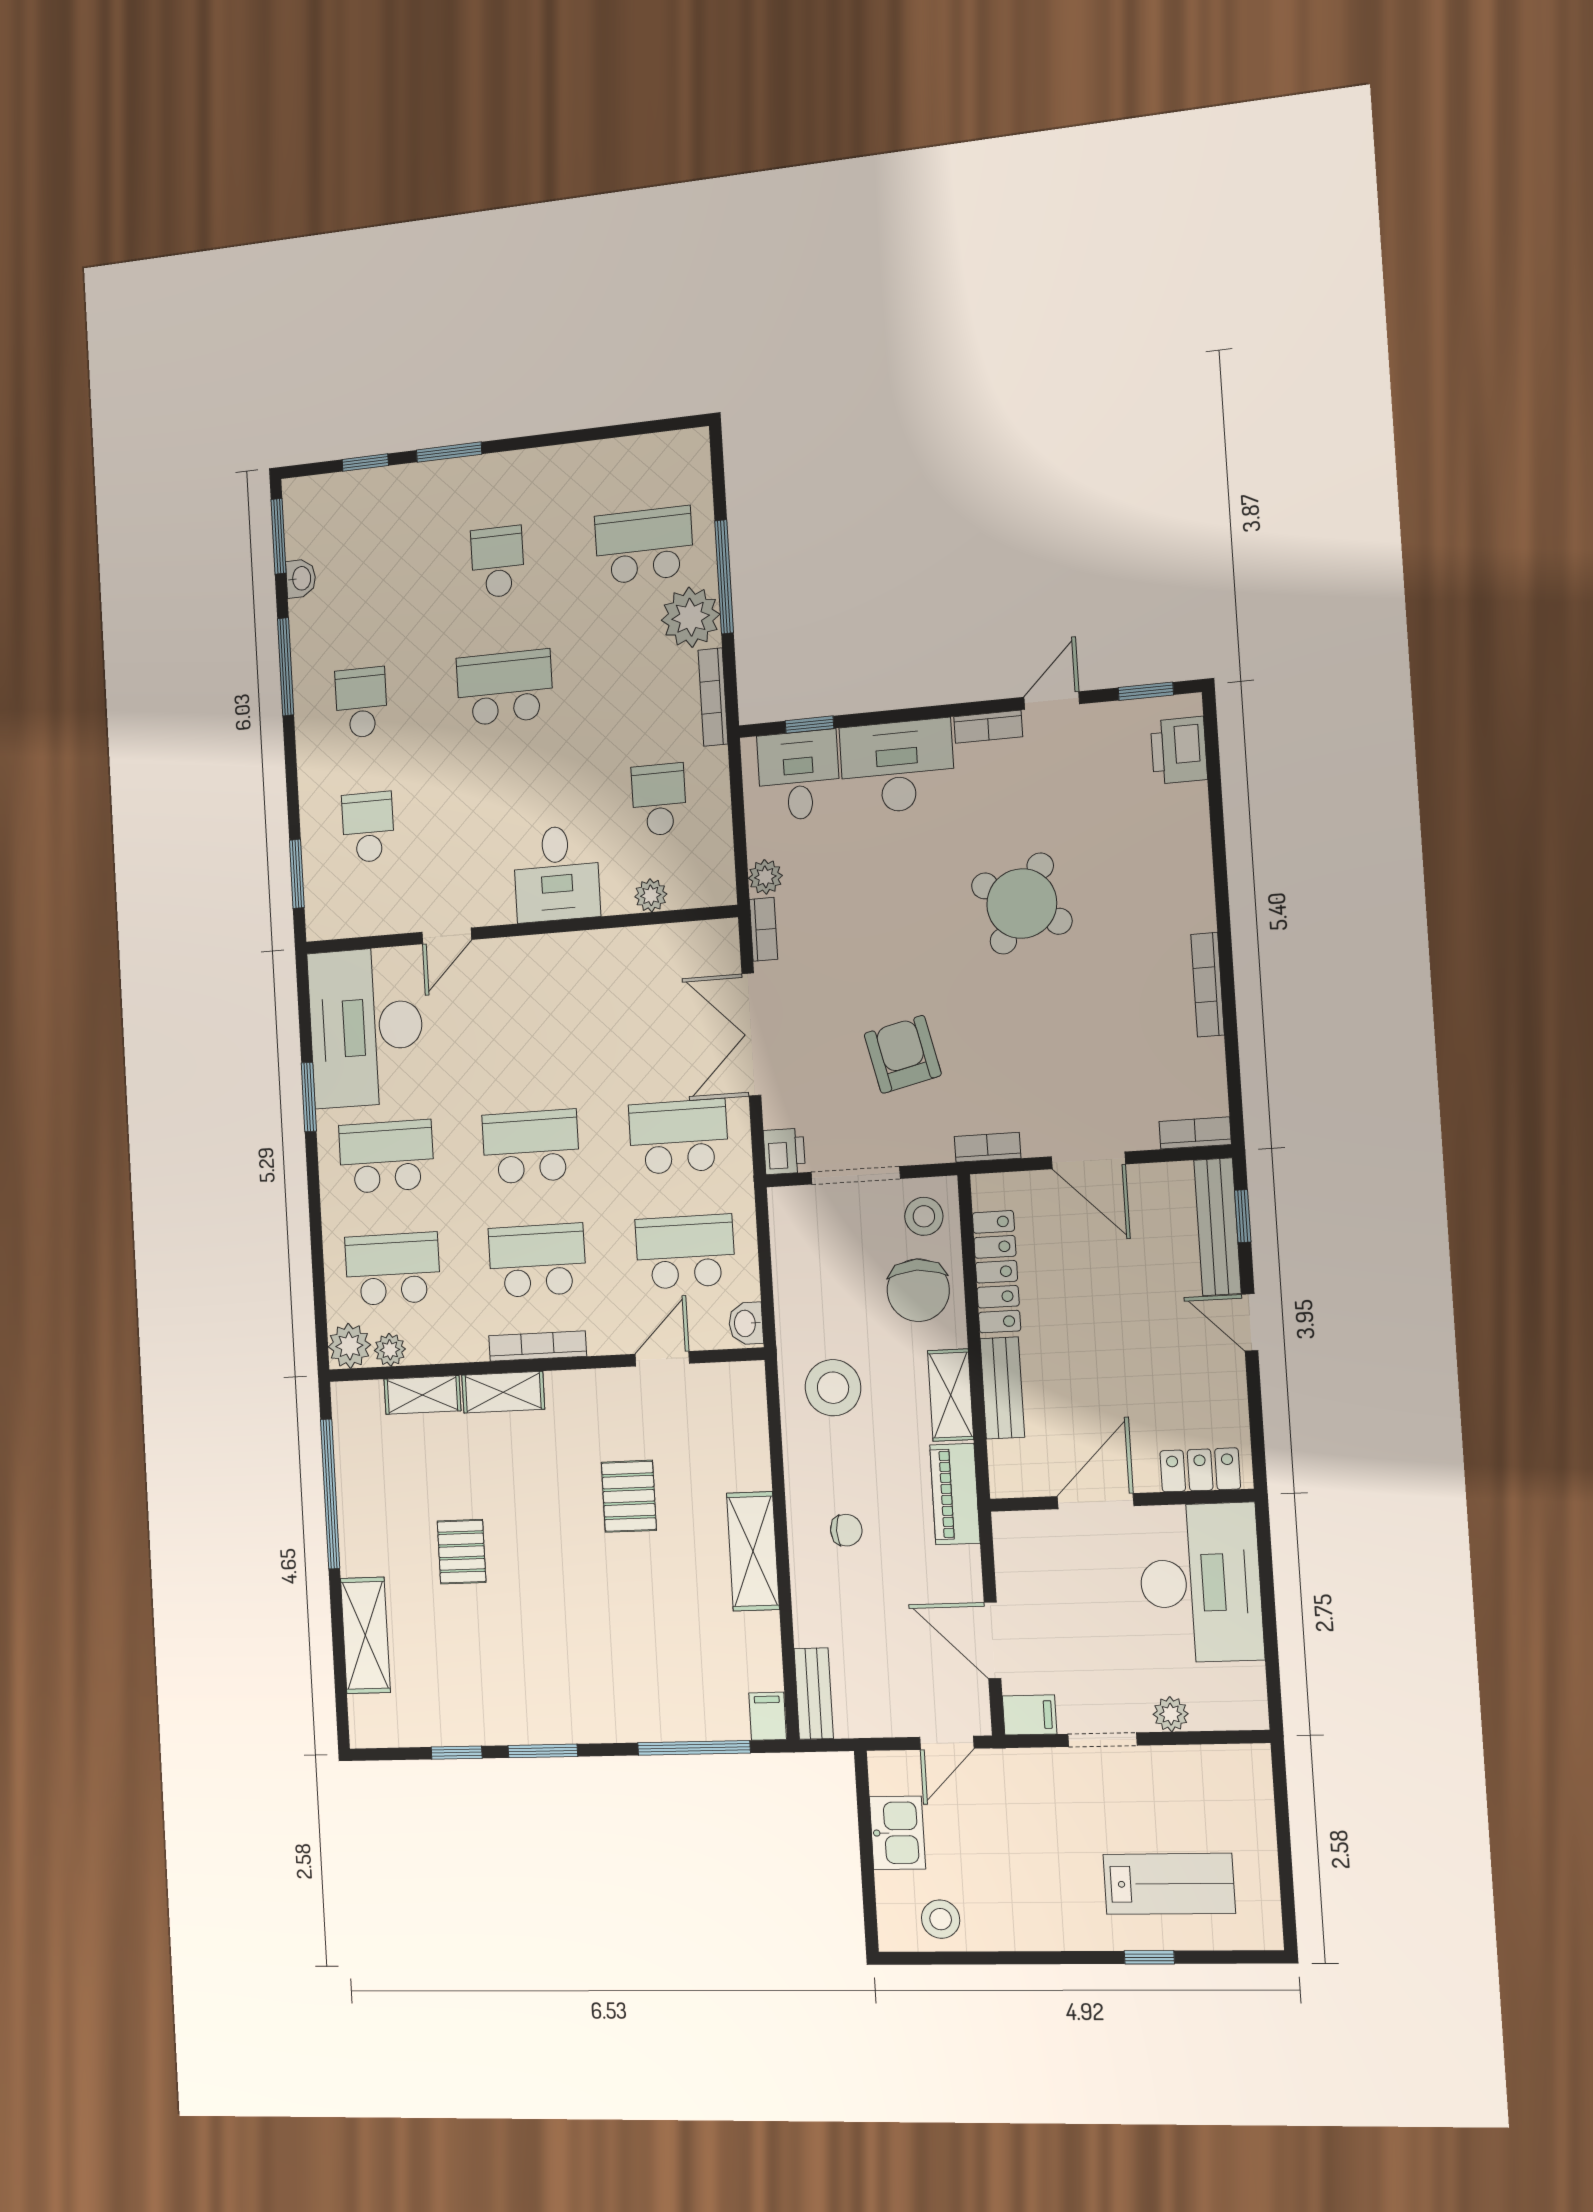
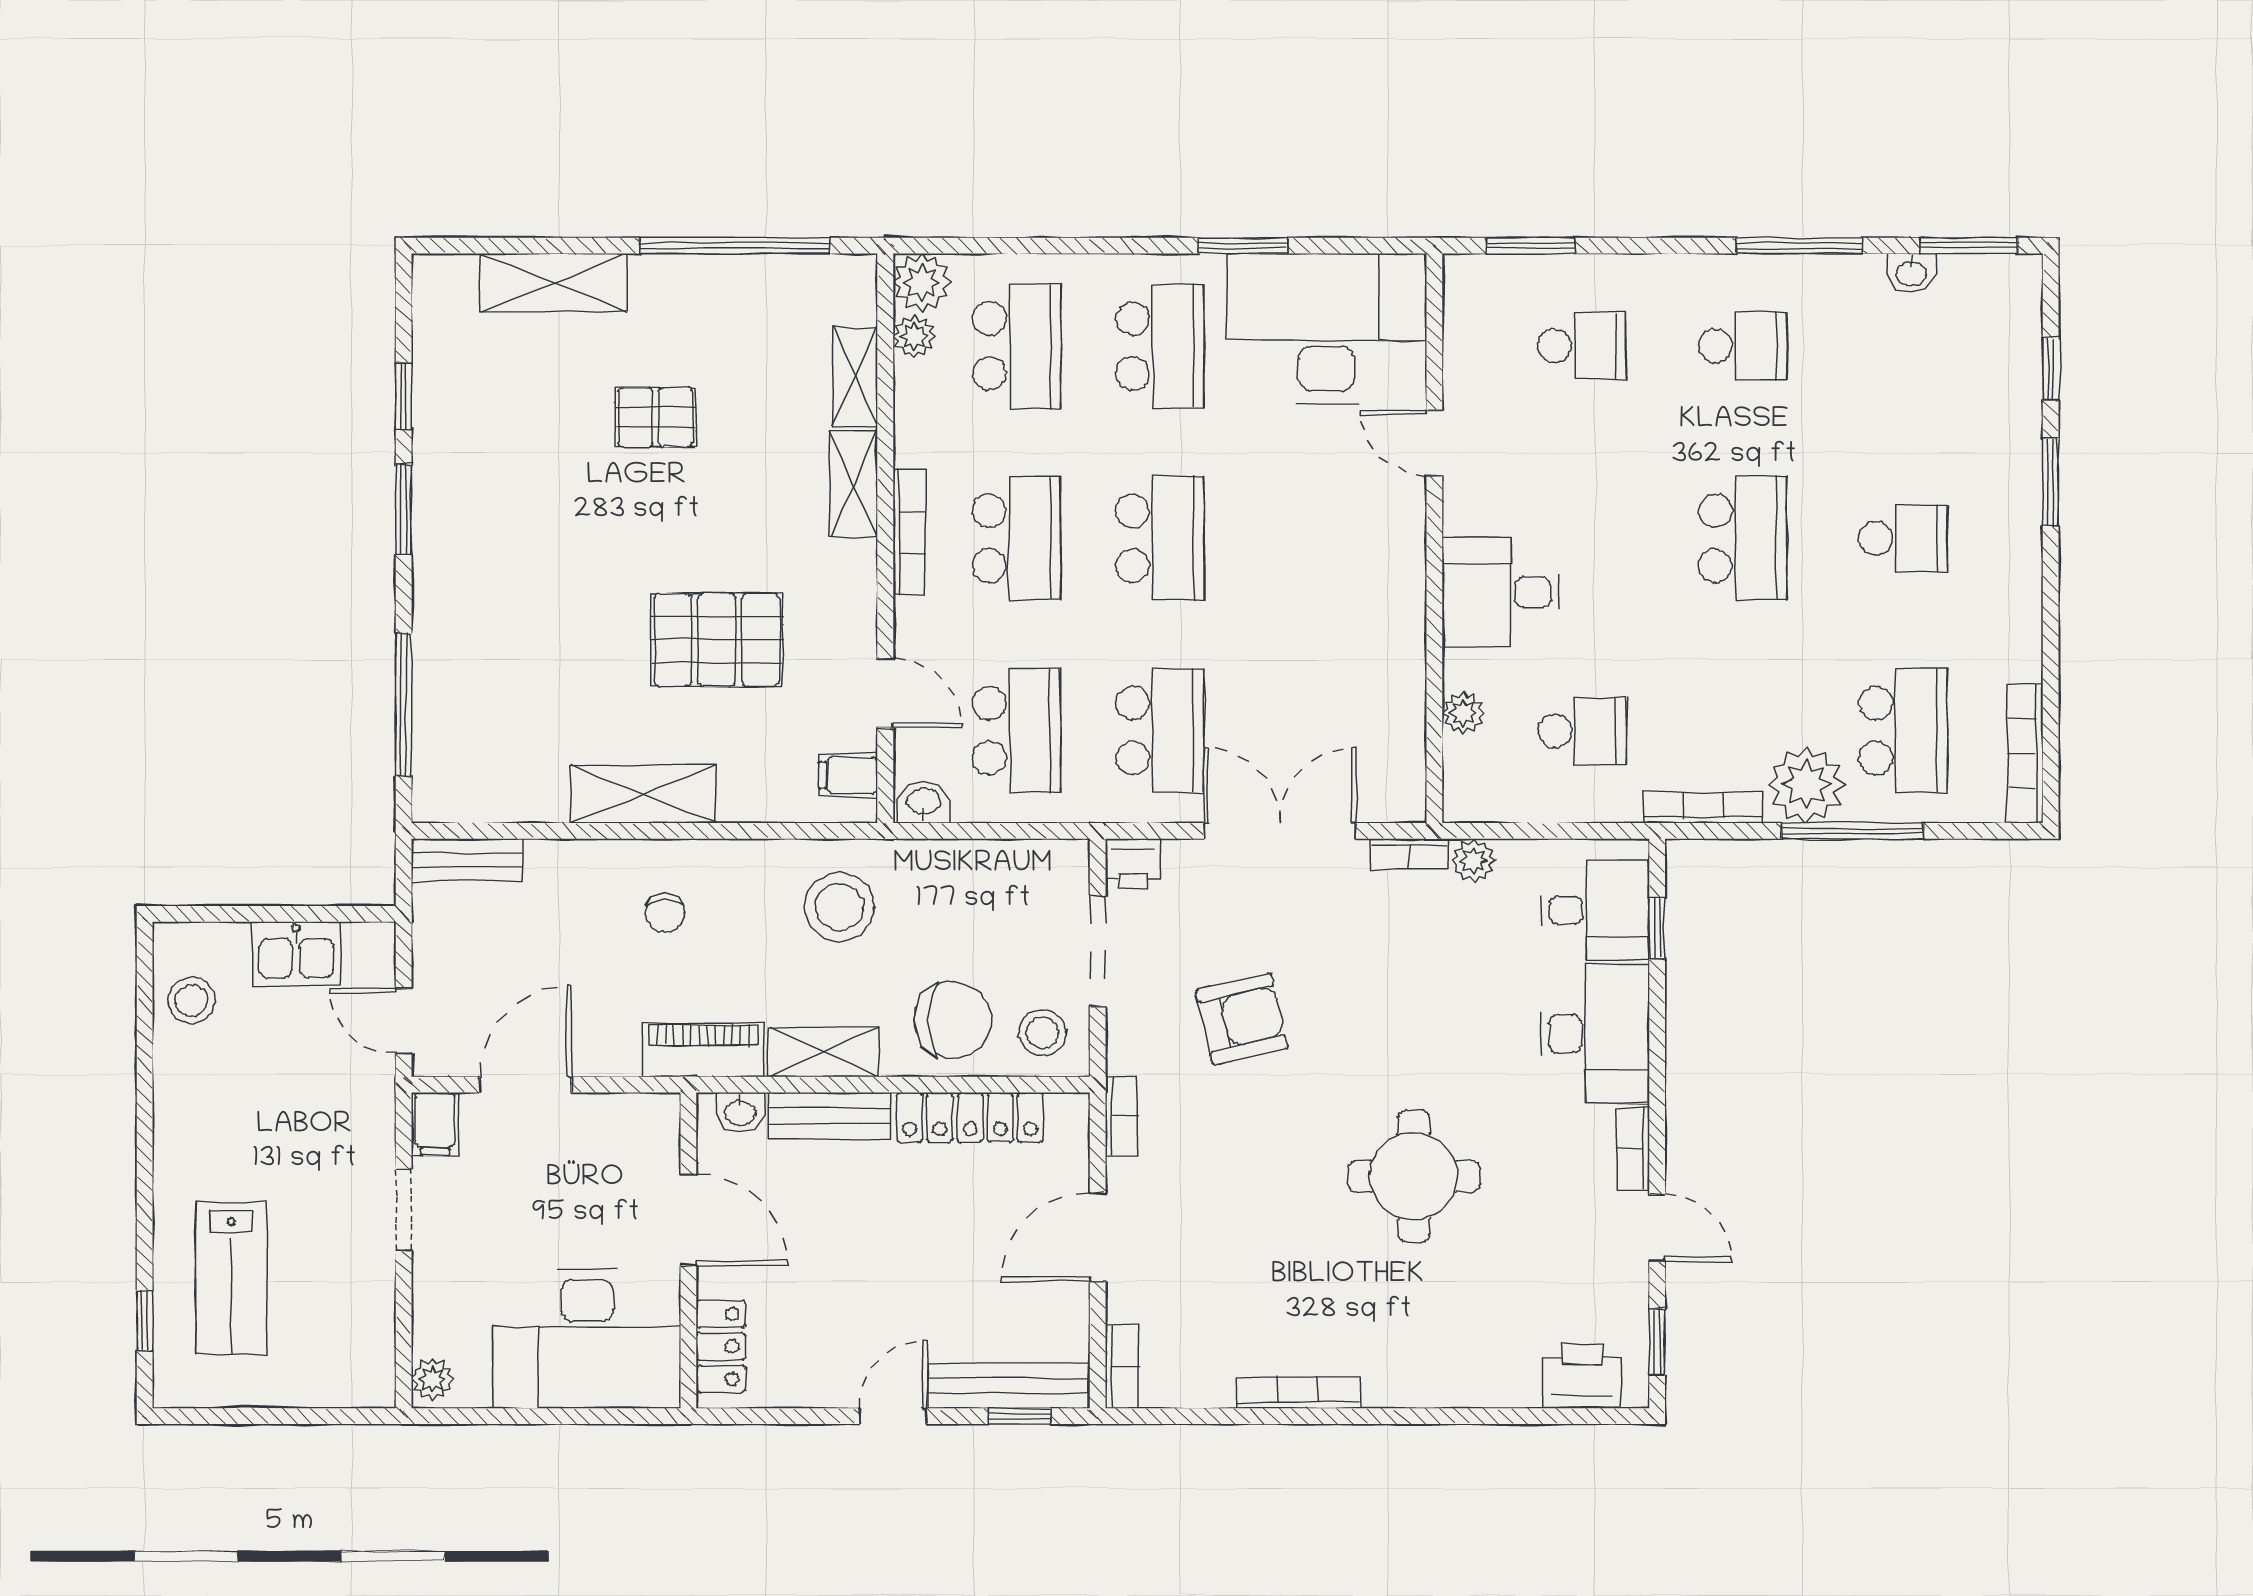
bookcase: (656, 447) -> (2025, 753), added
round table: (1022, 904) -> (1414, 1176), turned -30
chair: (918, 1290) -> (953, 1020), turned 180
washbasin: (1004, 1462) -> (740, 1112), added
pallet: (629, 1496) -> (717, 640), width x1.50, depth x1.42
plant: (1171, 1714) -> (432, 1379), moved
filing cabinet: (768, 1716) -> (848, 775), moved, turned 180
window: (1149, 1957) -> (145, 1320), moved

